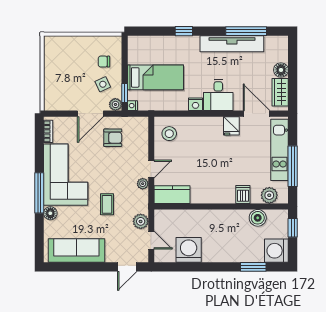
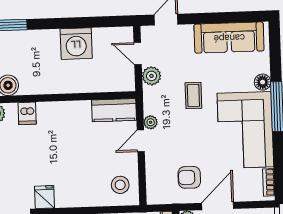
washing machine: (189, 250) -> (76, 44), moved

